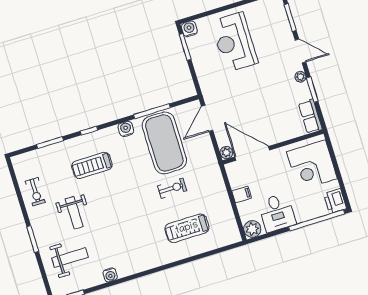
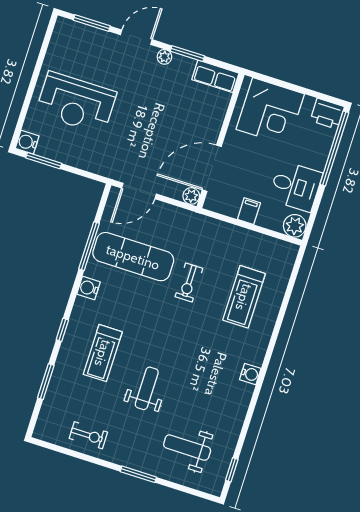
door: (207, 118) -> (139, 191), hinge flipped
exercise mat: (164, 143) -> (133, 257), width x0.68
exercise bike: (172, 188) -> (189, 283), turned 180
weight bench: (74, 213) -> (147, 388), moved, turned -90
weight bench: (70, 258) -> (187, 448), turned -90
water cooler: (110, 275) -> (250, 374), moved

